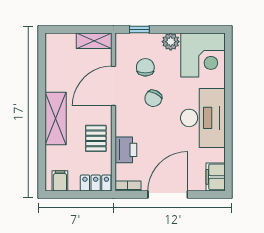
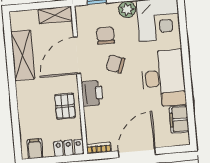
chair: (153, 98) -> (115, 64), turned 85
shelving: (56, 119) -> (23, 55), moved
printer: (126, 150) -> (92, 93), moved
filing cabinet: (216, 177) -> (179, 119), moved

